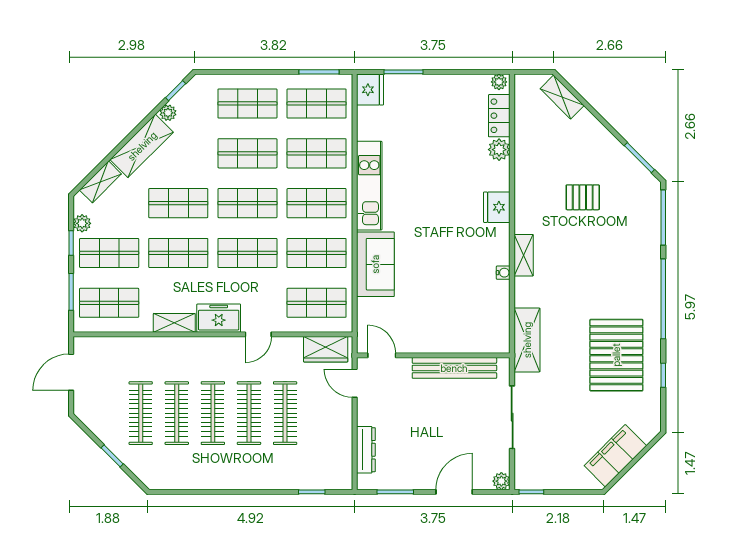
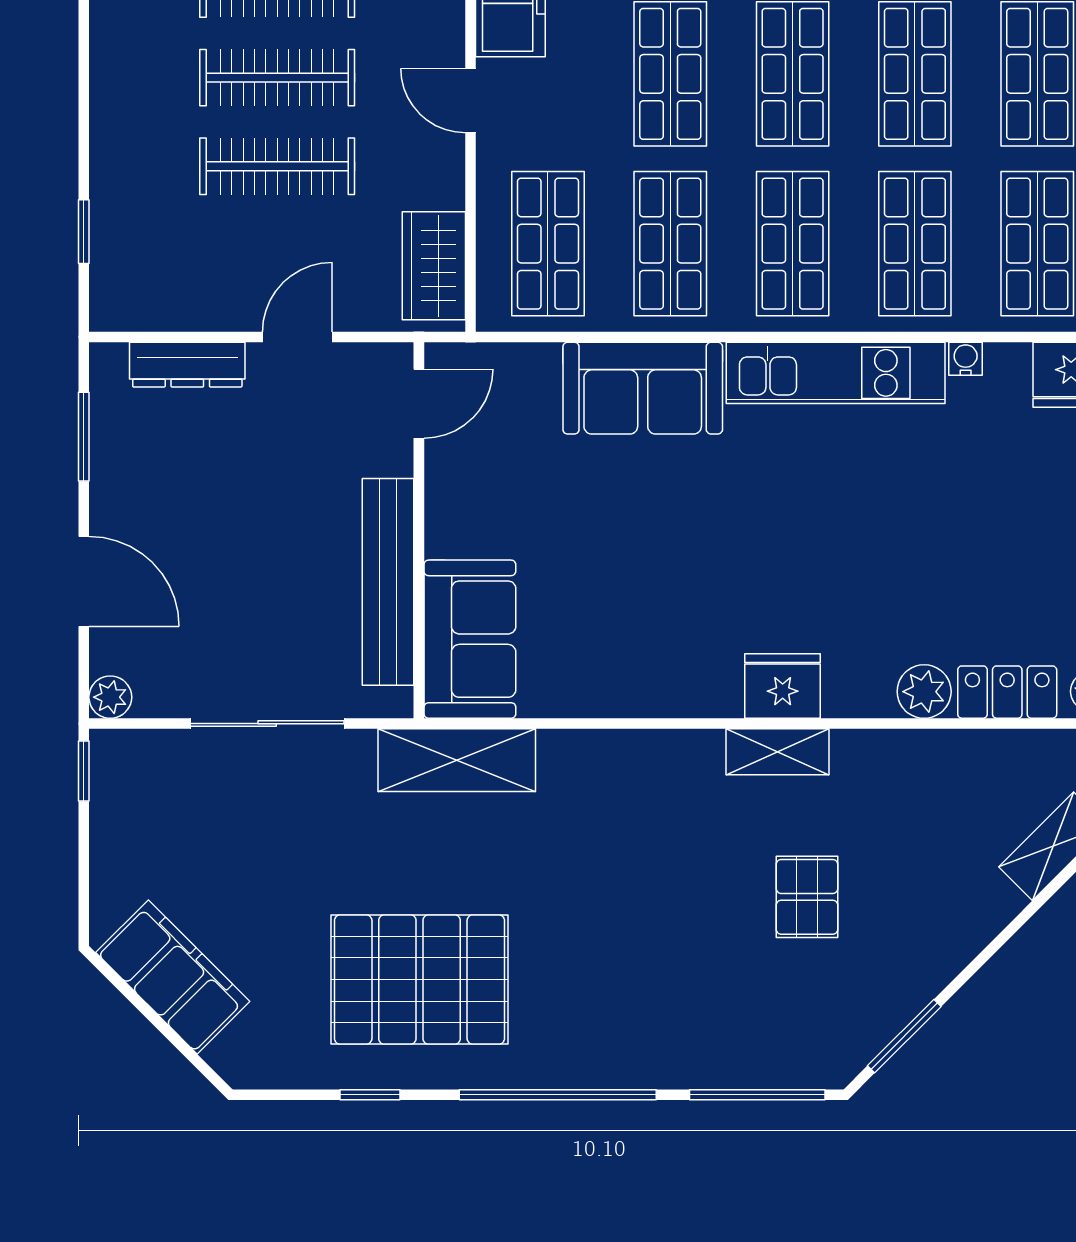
shelving: (524, 255) -> (778, 752), moved
water cooler: (503, 273) -> (966, 359), moved, turned 180
sofa: (478, 335) -> (470, 639), added
door: (355, 383) -> (297, 337), moved

